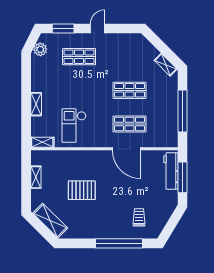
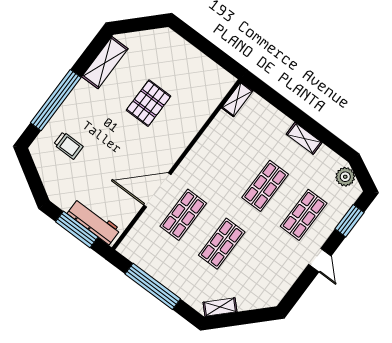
shop shelf: (79, 90) -> (265, 186), added
shelving: (36, 104) -> (304, 138), moved
checkout: (74, 126) -> (229, 150), removed
shelving: (36, 177) -> (203, 62), removed
shelving: (50, 221) -> (105, 63), moved, turned -45

